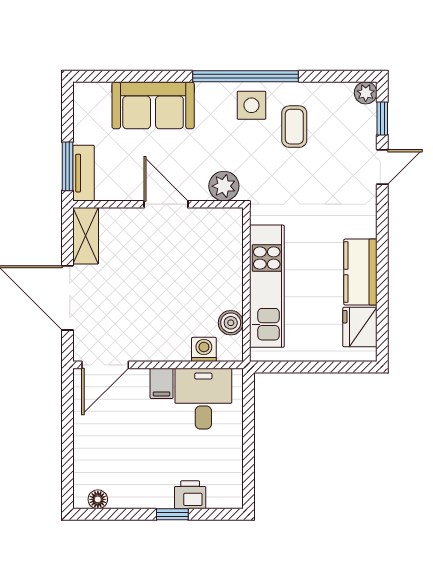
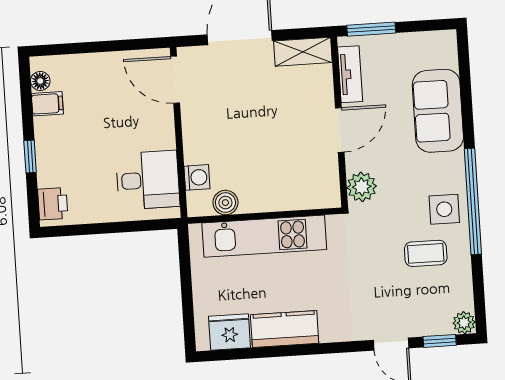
tv unit: (83, 173) -> (350, 74), moved, turned -90
filing cabinet: (162, 383) -> (47, 104), moved, turned 180
printer: (190, 495) -> (53, 204), moved

